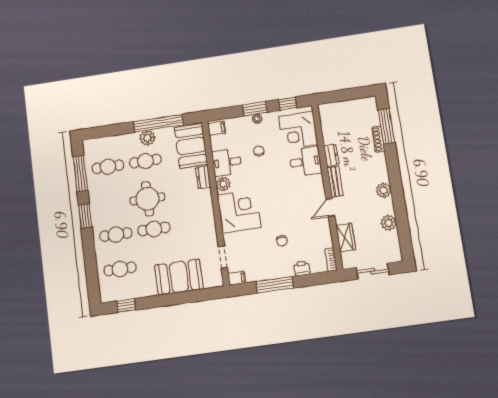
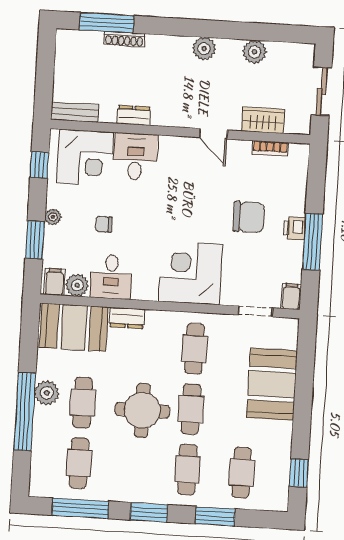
window: (255, 109) -> (35, 240), moved
window: (158, 123) -> (25, 411), moved
bench: (335, 182) -> (75, 112), moved
plant: (223, 184) -> (77, 285), moved
cafe table: (192, 224) -> (195, 349), added
chair: (282, 241) -> (249, 217), width x1.87, depth x1.87
window: (90, 258) -> (215, 516), added
bookcase: (331, 260) -> (270, 148), moved
printer: (302, 268) -> (294, 228), moved

